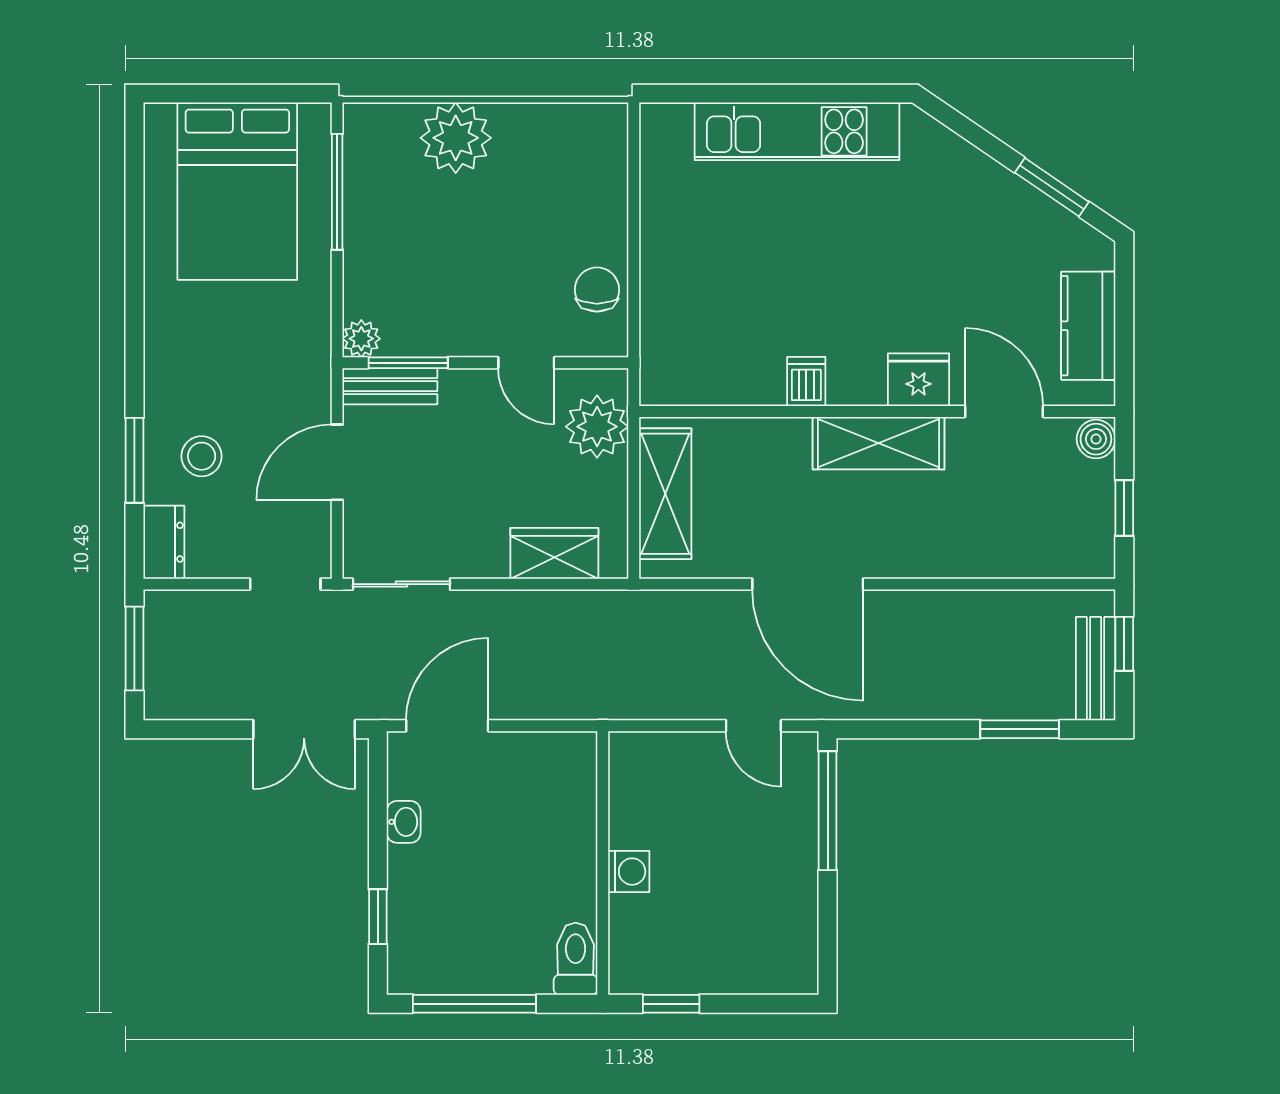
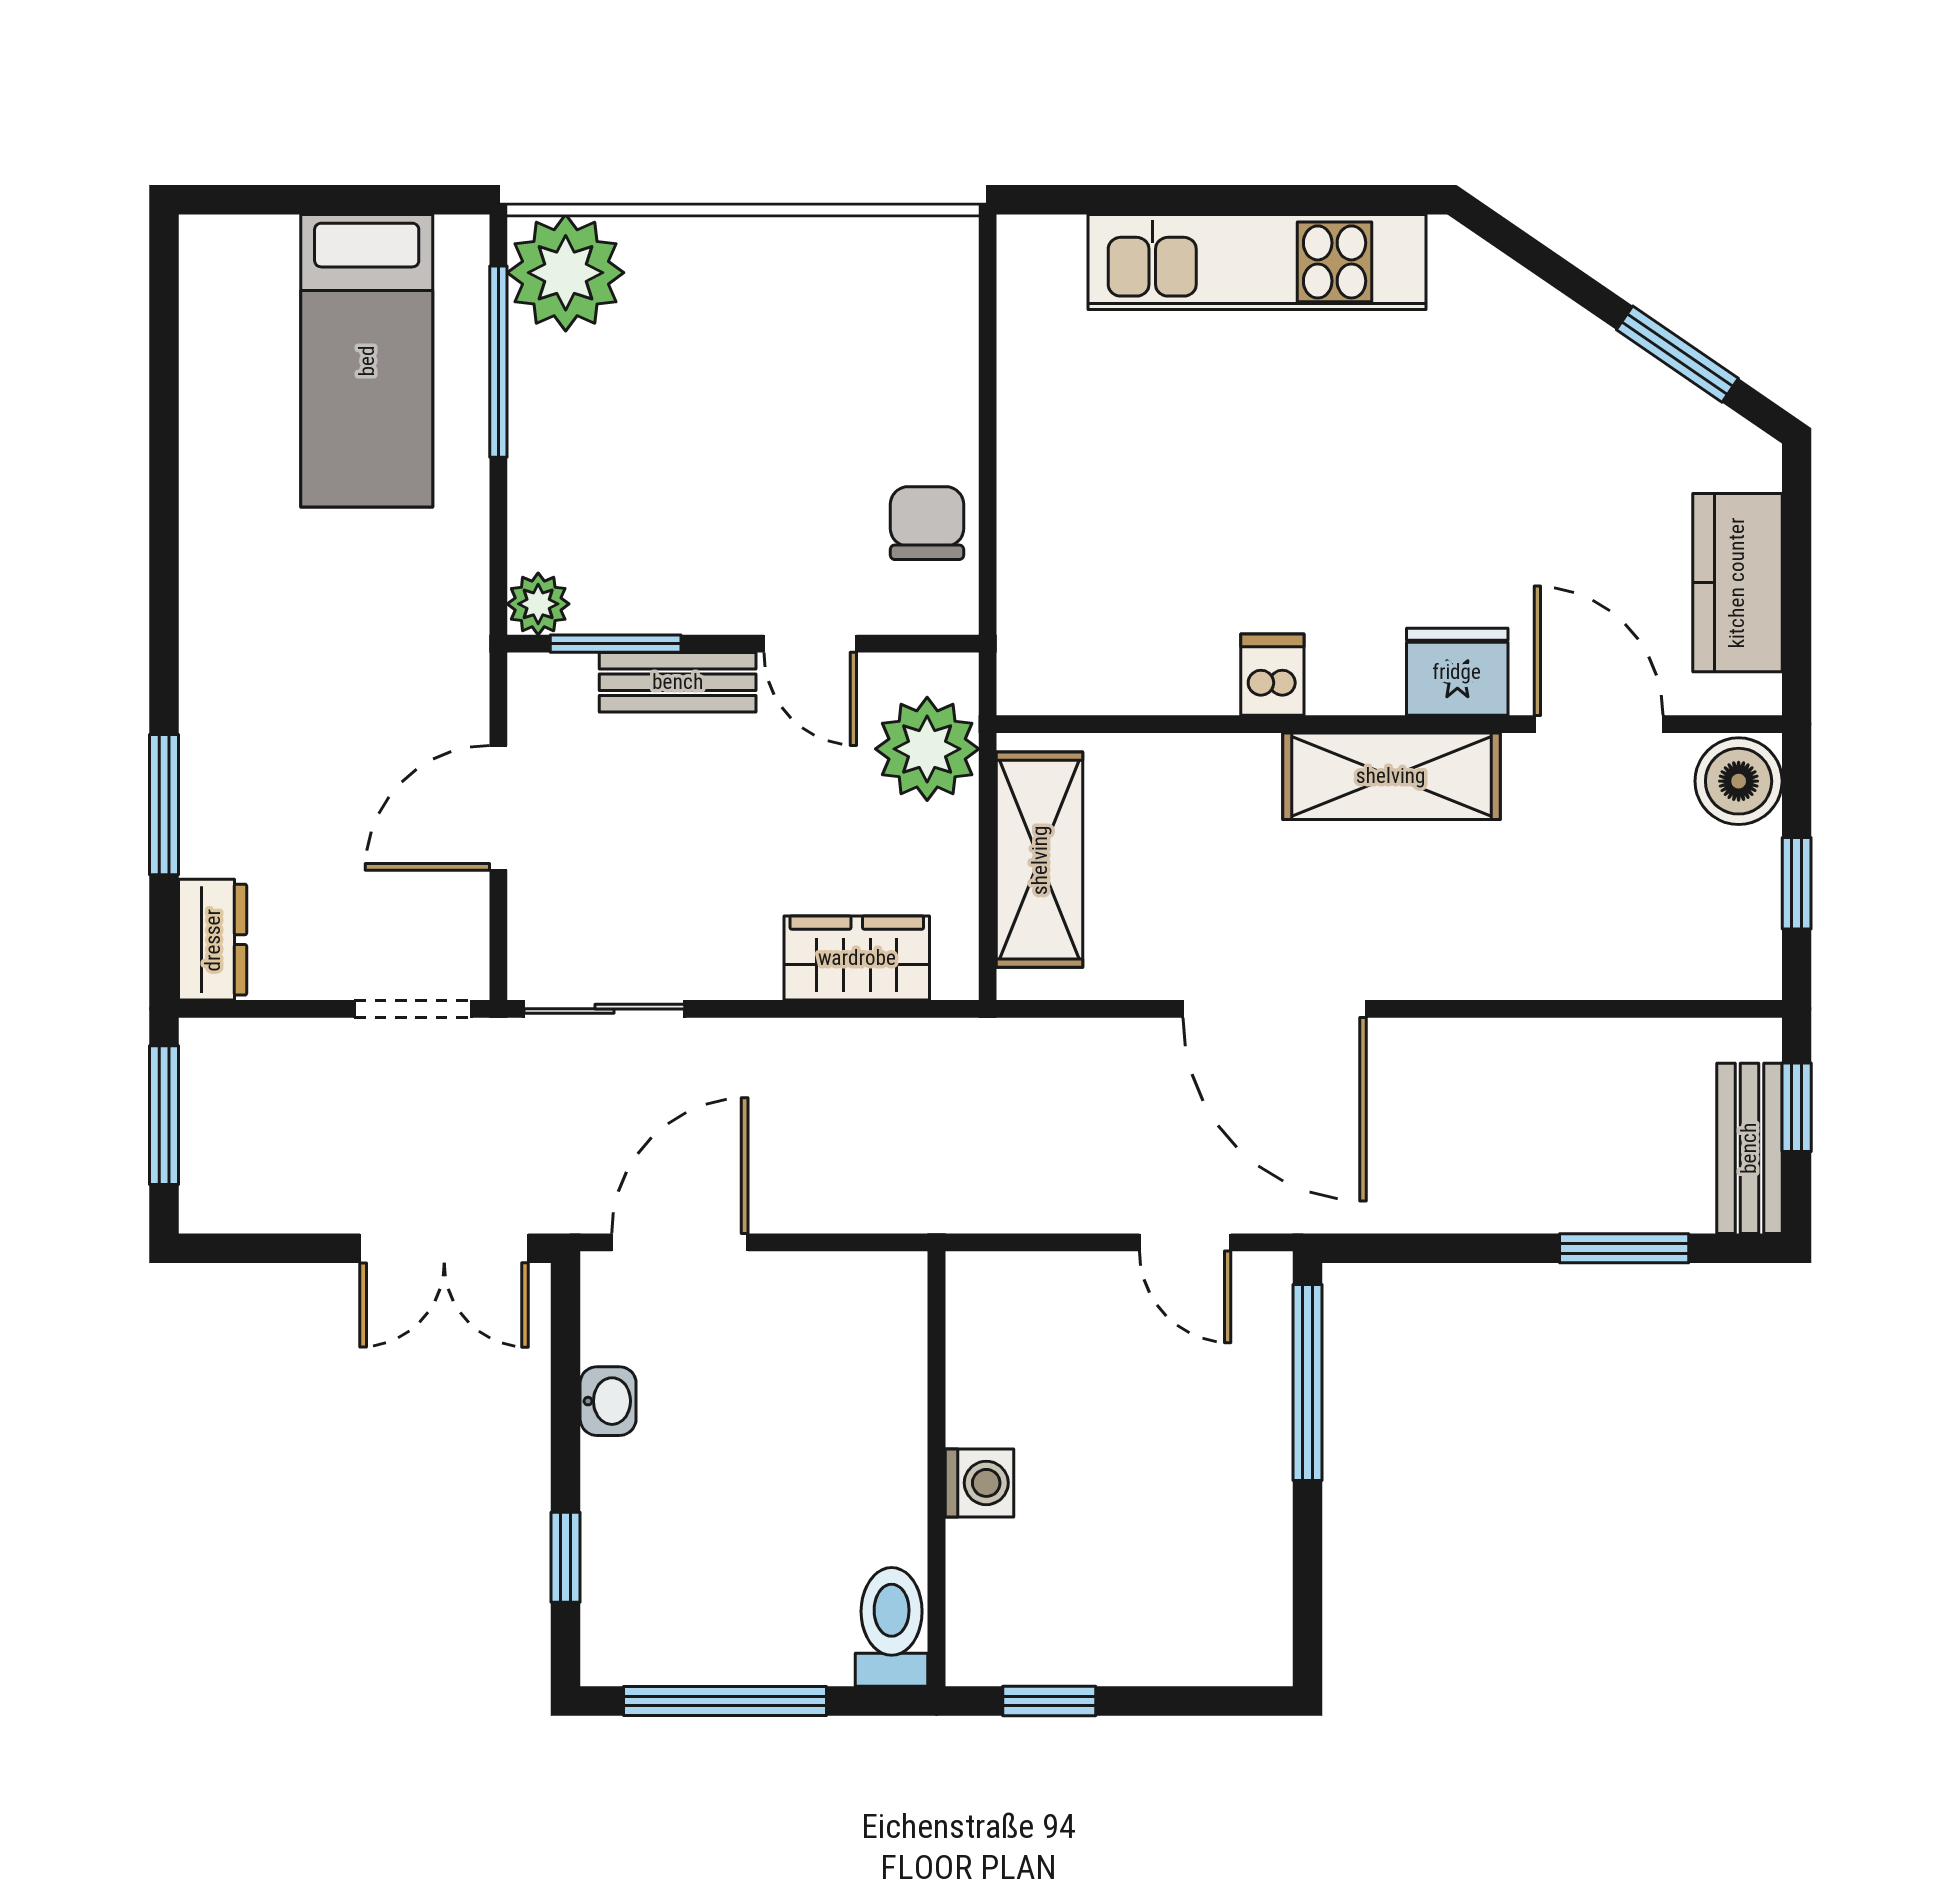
plant: (456, 138) -> (566, 273), moved
bed: (237, 191) -> (367, 361), width x0.67
bench: (390, 386) -> (678, 682), moved
boiler: (1096, 439) -> (1739, 781), width x1.36, depth x1.36
stool: (202, 456) -> (275, 798), removed

